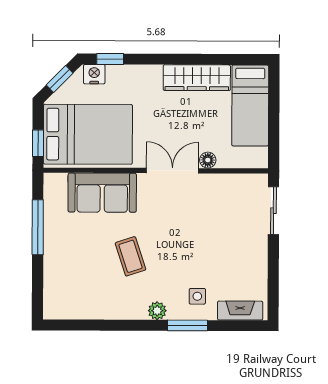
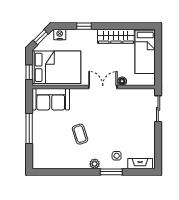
window: (110, 59) -> (84, 26), moved
sofa: (102, 193) -> (51, 99), moved
window: (38, 227) -> (29, 128), moved

